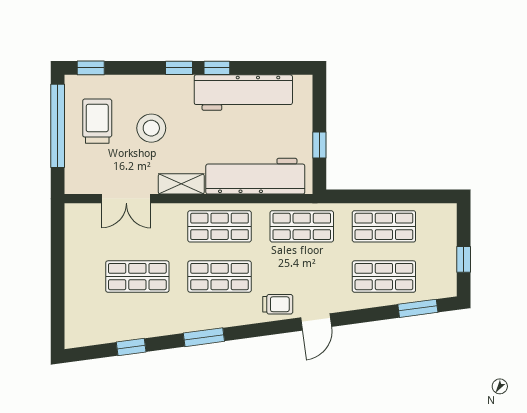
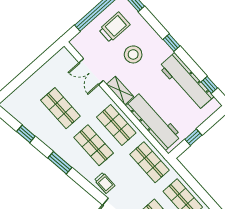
window: (217, 68) -> (209, 85), moved

